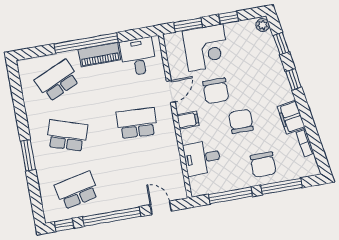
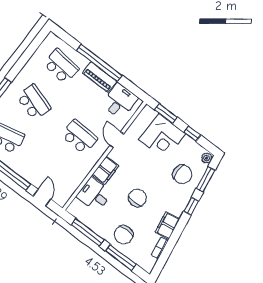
window: (281, 44) -> (206, 179), width x1.50
school desk: (57, 81) -> (61, 66), turned 30
door: (171, 91) -> (117, 140), swing flipped
chair: (216, 91) -> (182, 174), moved, turned -90
filing cabinet: (188, 120) -> (105, 170), width x2.00

